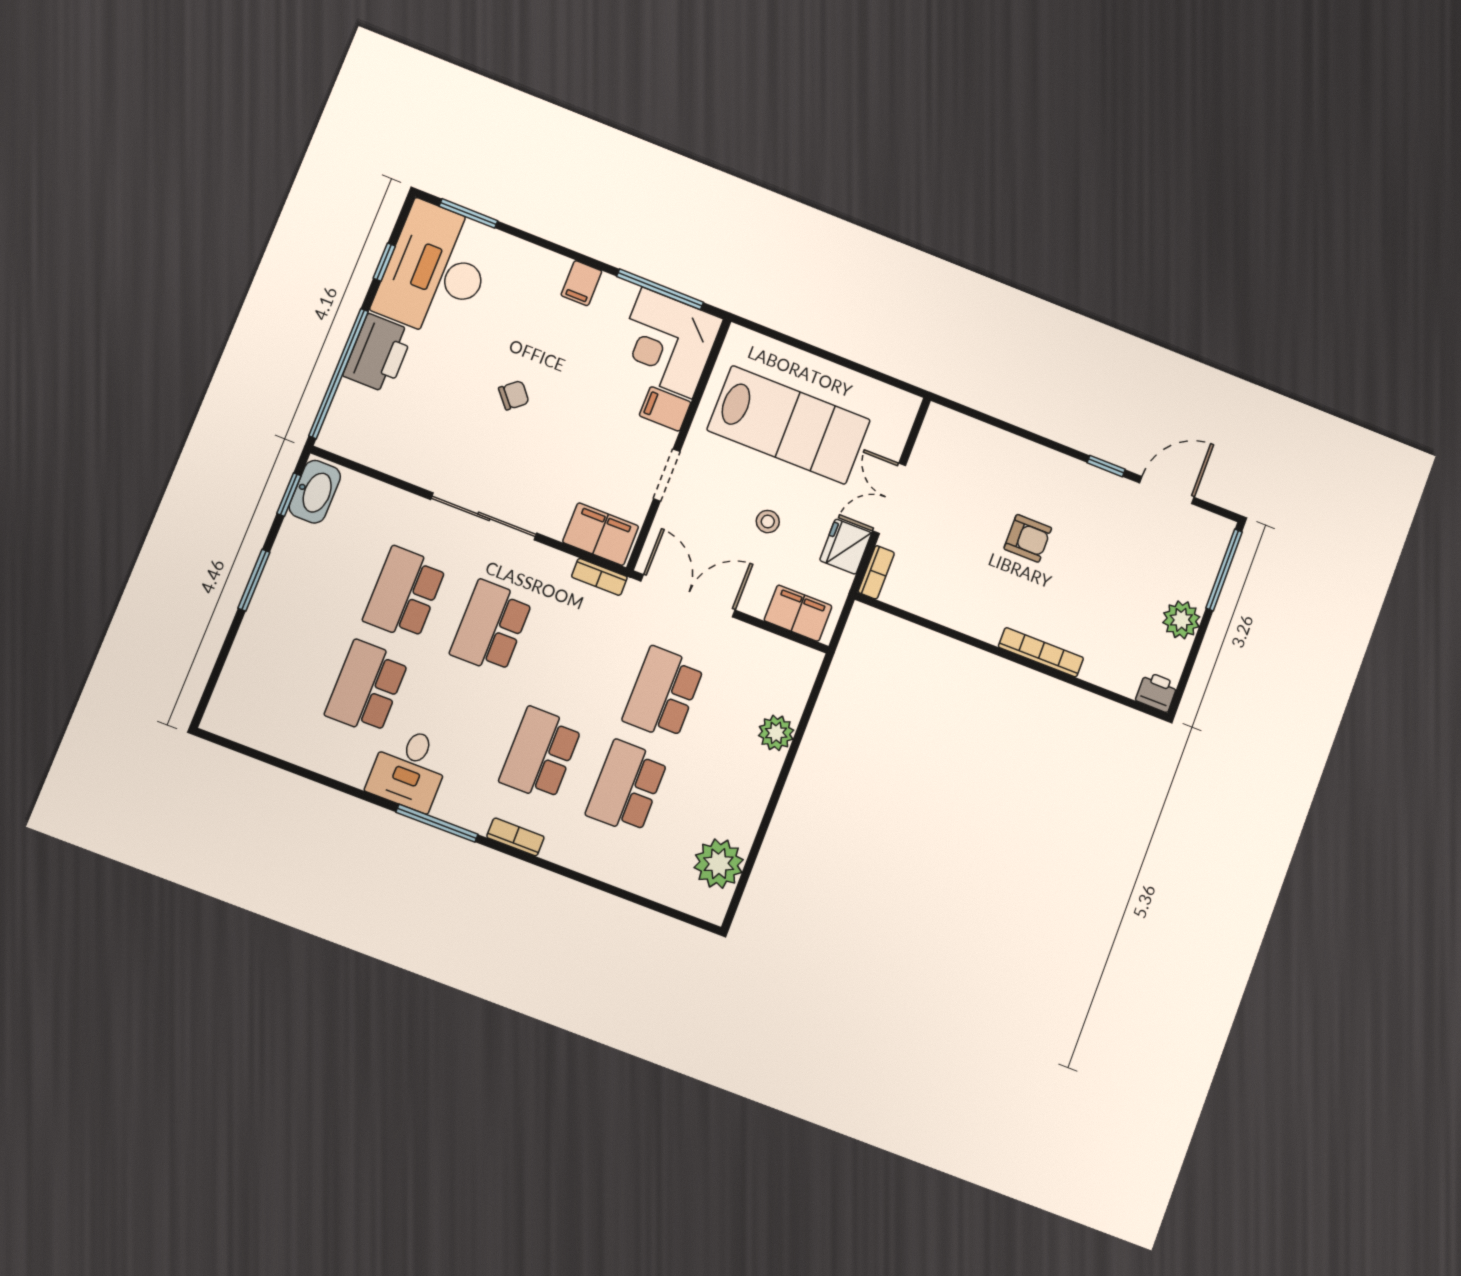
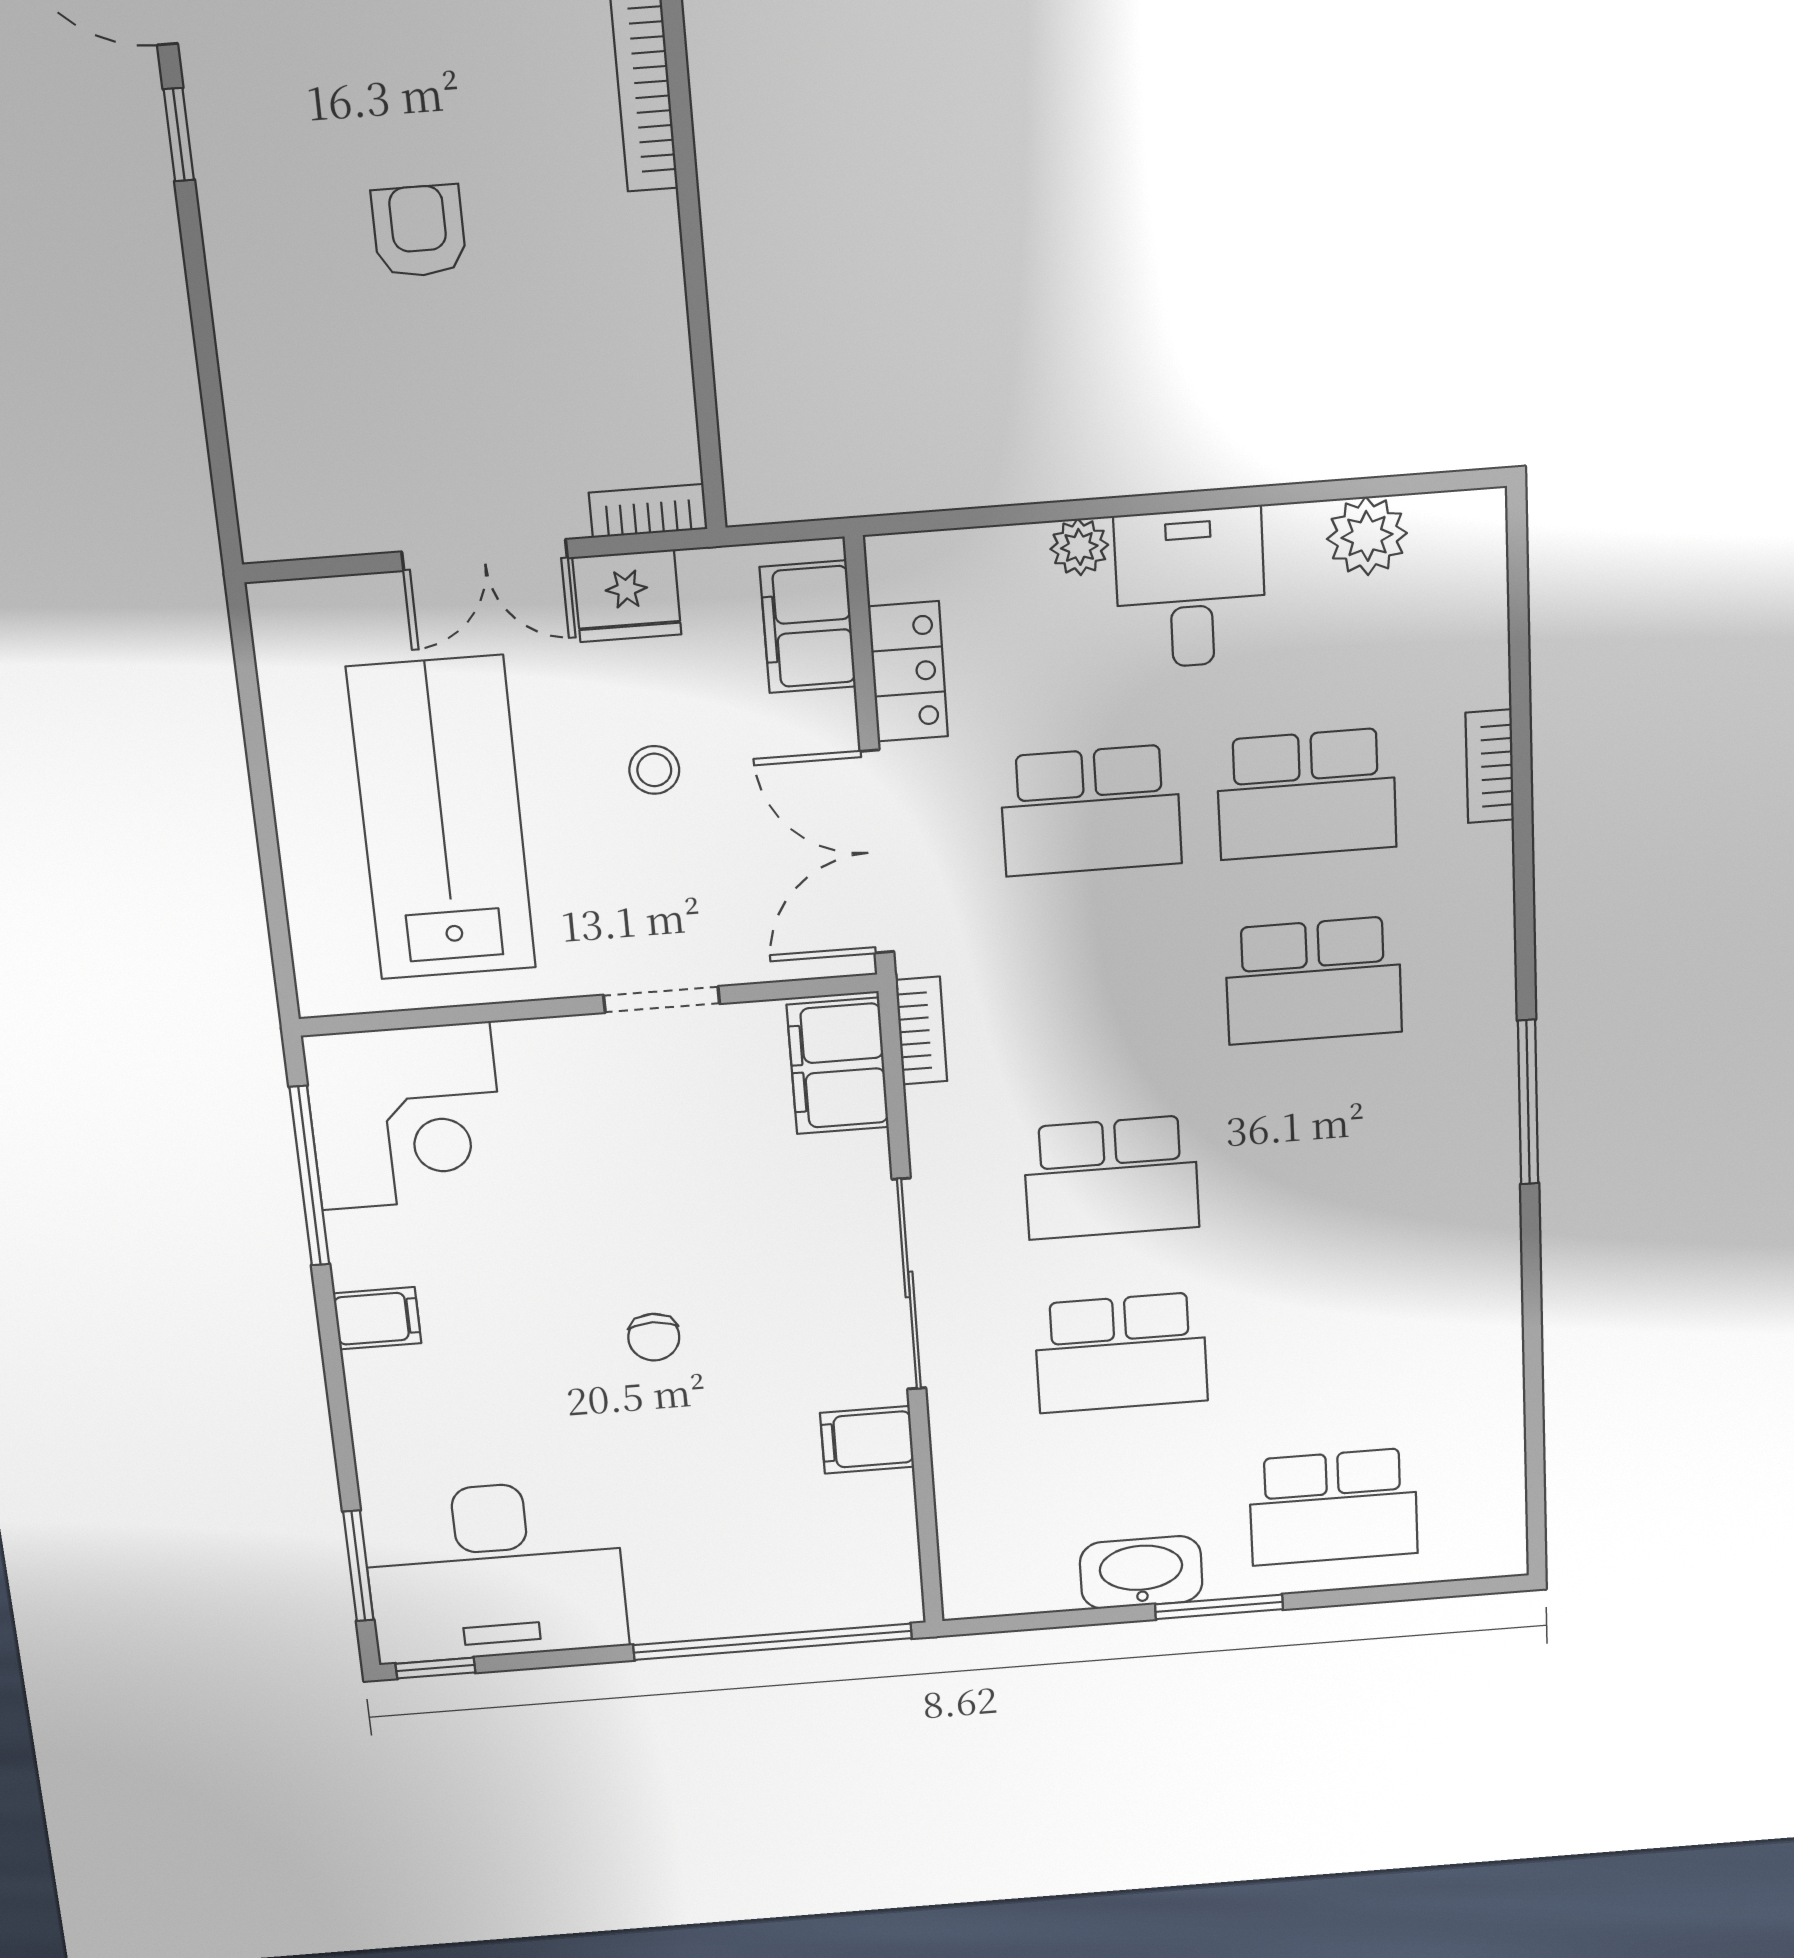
window: (384, 262) -> (435, 1668), moved
printer: (378, 353) -> (700, 1595), removed
chair: (514, 395) -> (654, 1337), turned -139
filing cabinet: (665, 409) -> (867, 1440), moved, turned 90
washbasin: (315, 492) -> (1141, 1572), moved
window: (289, 495) -> (1035, 1621), removed
locker: (760, 645) -> (908, 672), added
school desk: (367, 687) -> (1333, 1507), moved
plant: (776, 733) -> (1079, 547), width x0.73, depth x0.73
desk: (409, 769) -> (1190, 588), moved, turned -90
bookcase: (515, 837) -> (1490, 766), moved
plant: (719, 864) -> (1367, 536), width x0.73, depth x0.73

